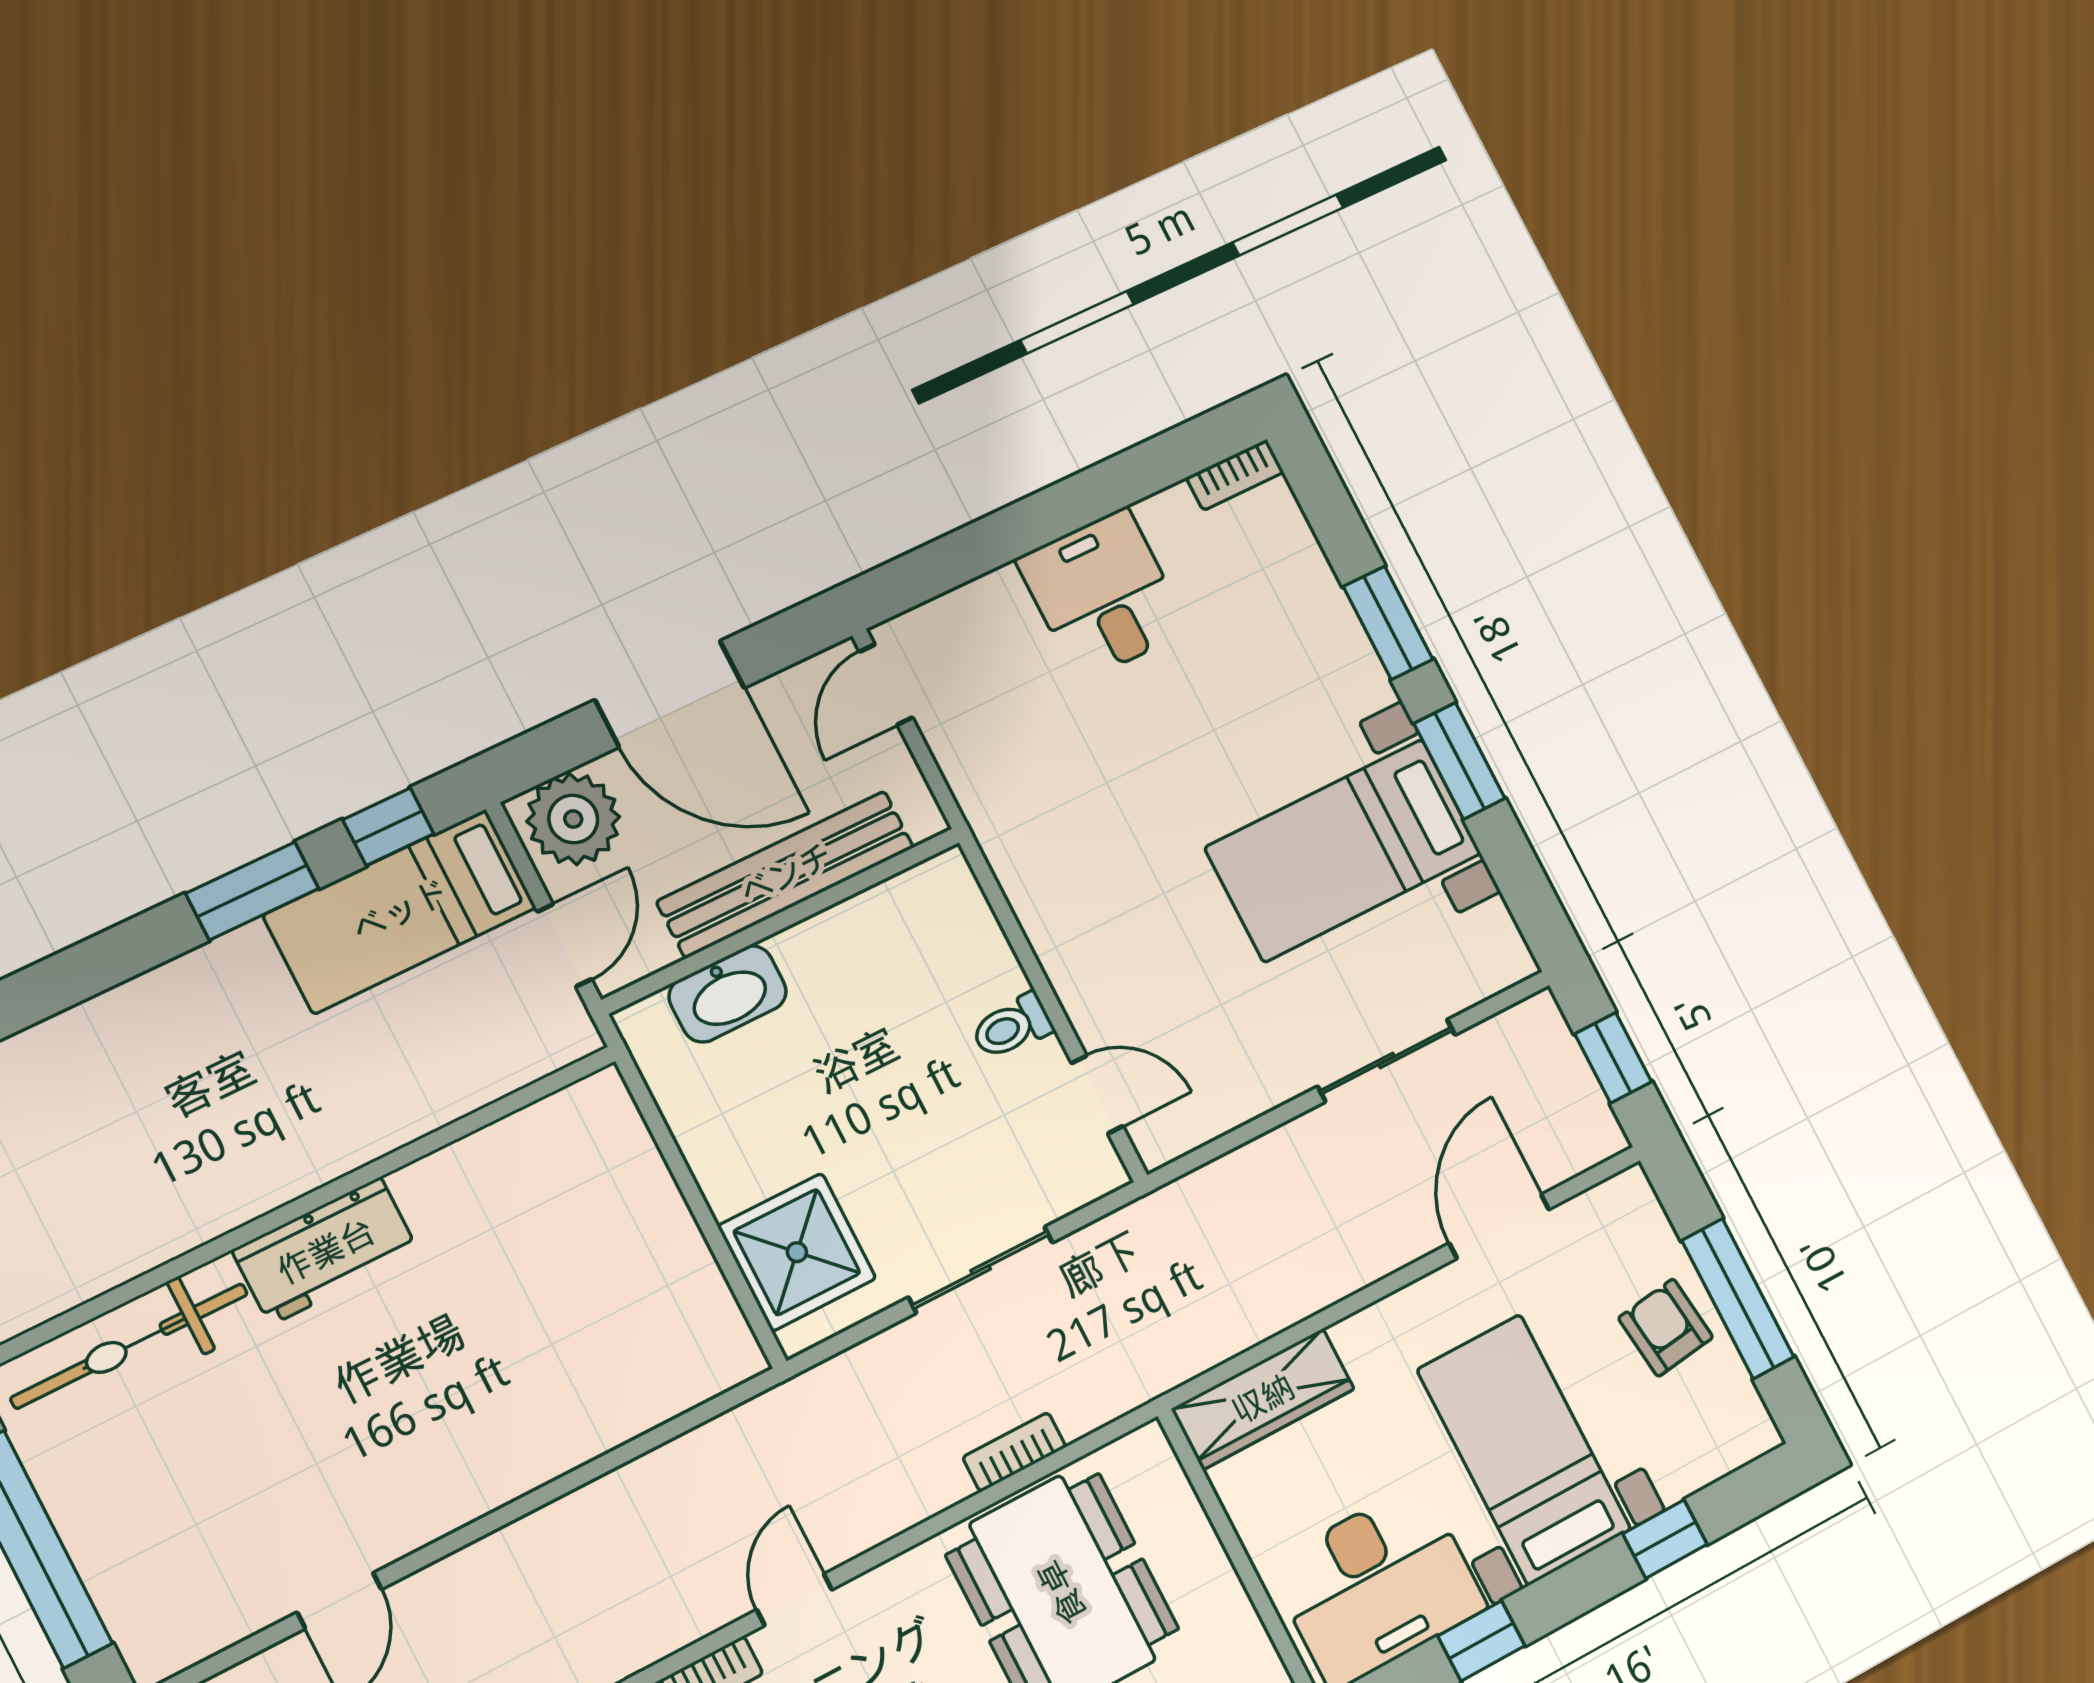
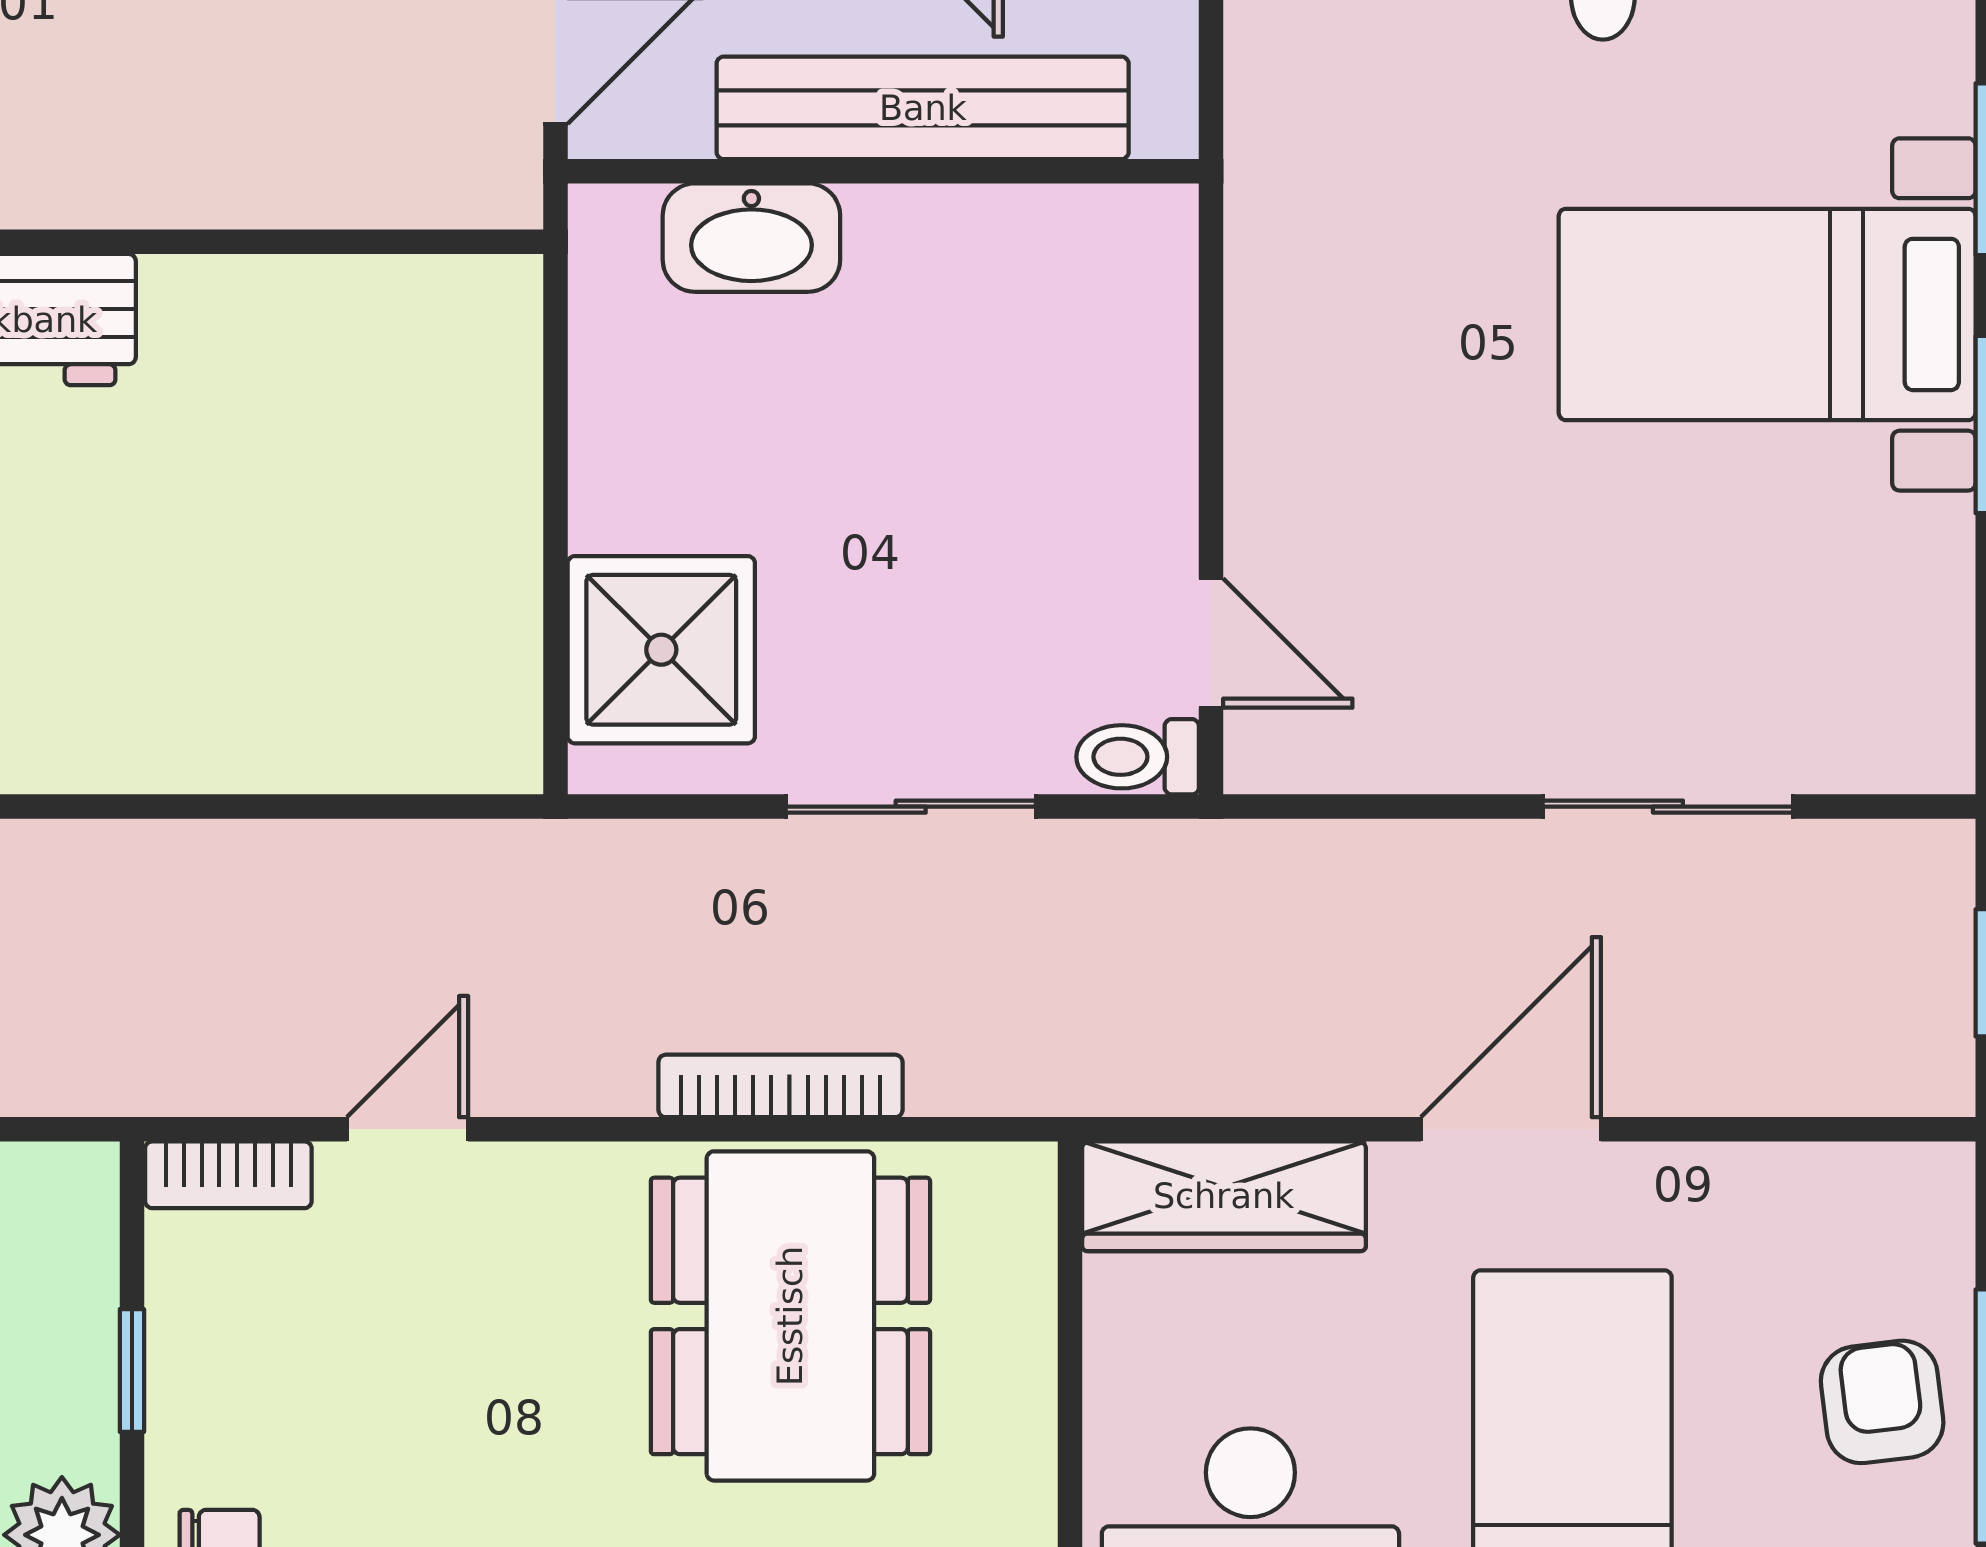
bed with nightstands: (1343, 850) -> (1767, 314), moved
toilet: (1012, 1026) -> (1138, 757), moved
door: (1499, 1226) -> (1511, 1129), moved
bookcase: (1014, 1452) -> (780, 1086), width x1.56

